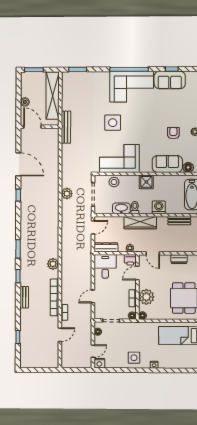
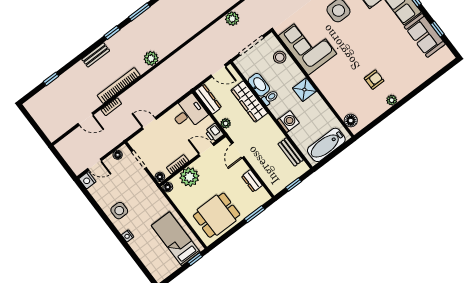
sofa: (167, 164) -> (338, 97), removed
wardrobe: (140, 223) -> (249, 102), moved

